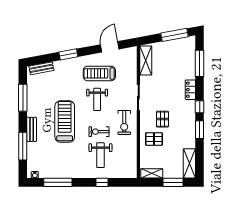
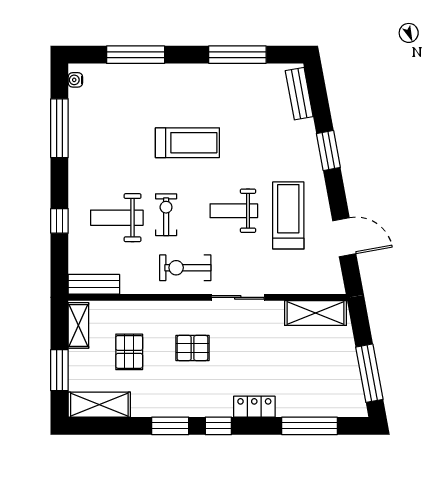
treadmill: (65, 121) -> (187, 143), width x0.73, depth x0.73
bench: (32, 129) -> (94, 284), moved
pallet: (154, 139) -> (129, 352), moved

